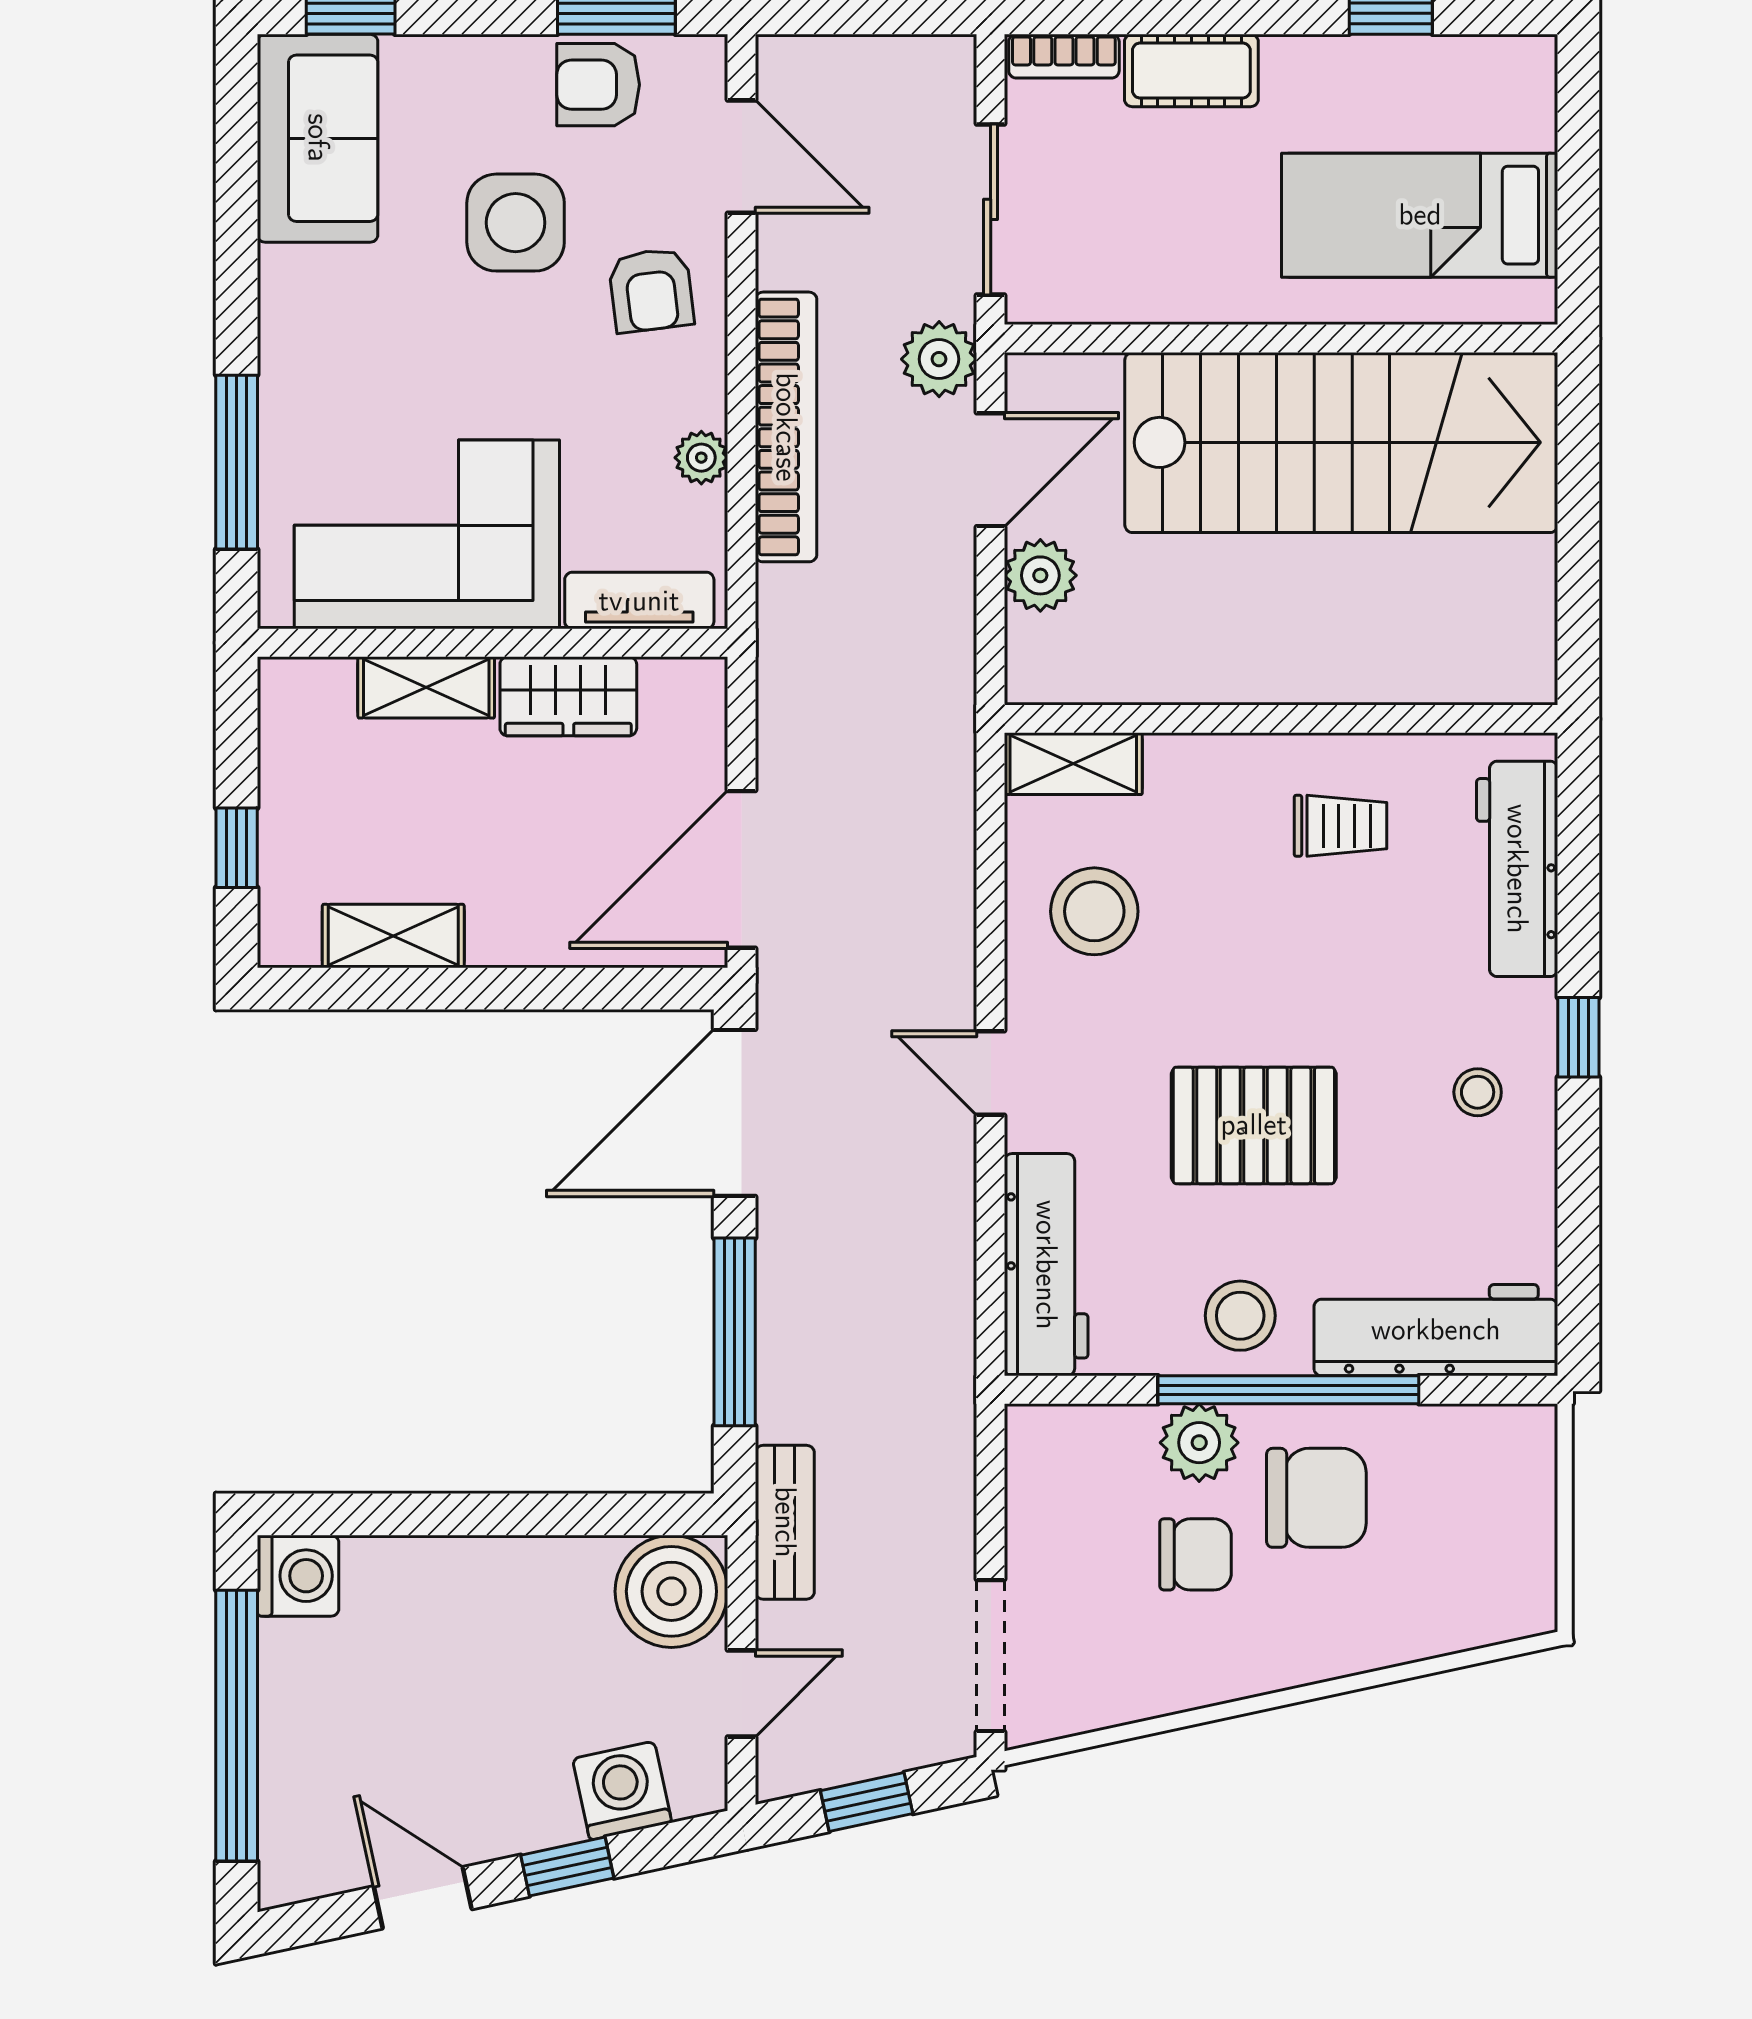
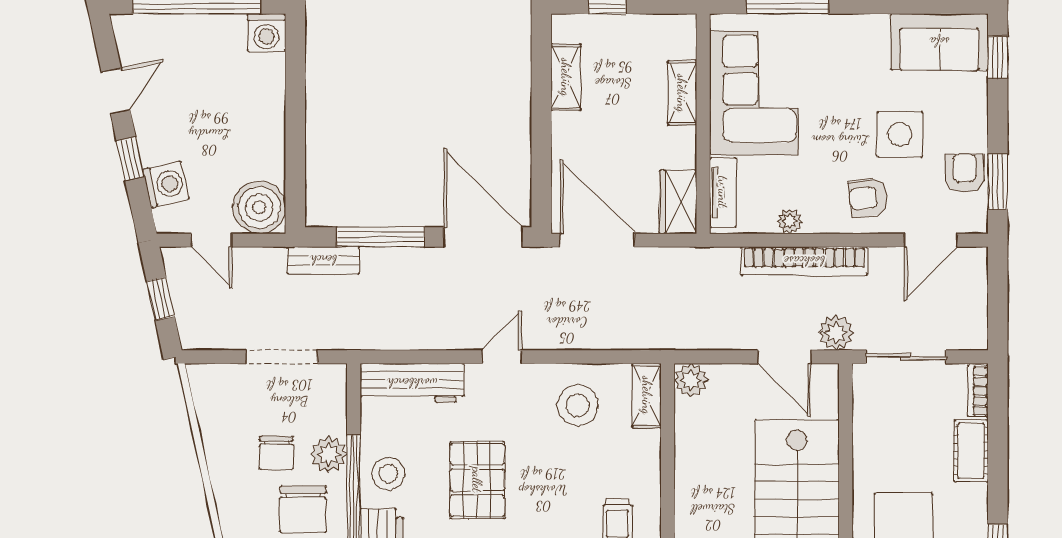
plant: (1040, 575) -> (691, 380), moved
wardrobe: (568, 696) -> (678, 202), moved
bench: (785, 1522) -> (323, 260), moved
doorway: (991, 1656) -> (282, 357), moved

